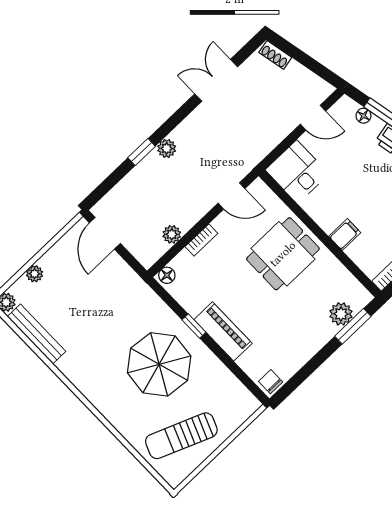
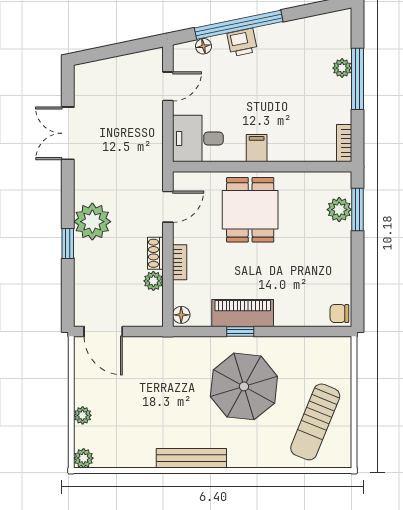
shoe rack: (275, 55) -> (155, 253), moved, turned 102
plant: (167, 148) -> (92, 222), width x1.88, depth x1.88
filing cabinet: (345, 235) -> (257, 148), moved
piano: (223, 331) -> (243, 313), moved
bench: (36, 334) -> (191, 458), moved

